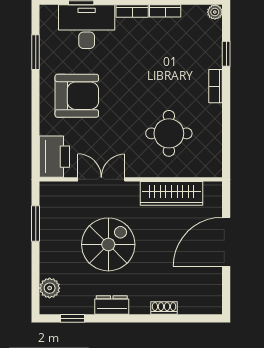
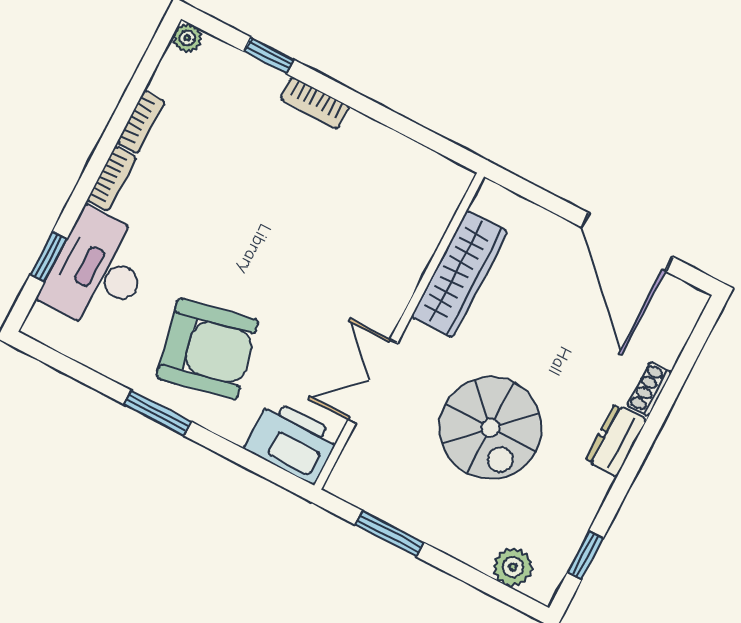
window: (36, 52) -> (158, 413), moved
armchair: (77, 96) -> (207, 349), turned 78
round table: (169, 133) -> (354, 225), removed
door: (226, 242) -> (627, 242), moved
spiral stairs: (108, 244) -> (491, 428), turned 180
dresser: (112, 305) -> (616, 440), moved

